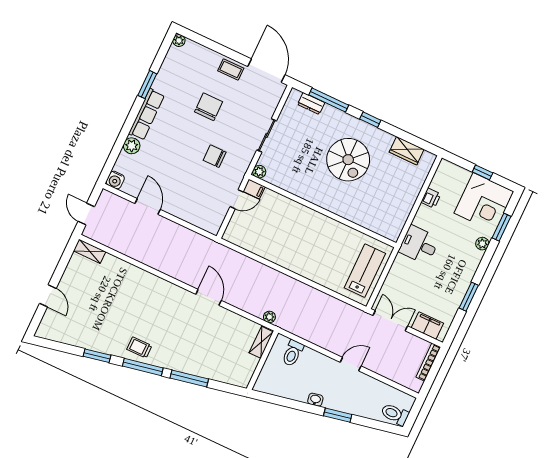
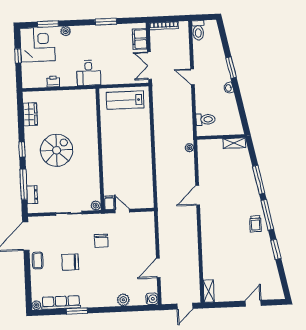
row of seats: (147, 114) -> (61, 302), moved
shelving: (261, 342) -> (234, 143), moved
toilet: (395, 414) -> (198, 30), moved

